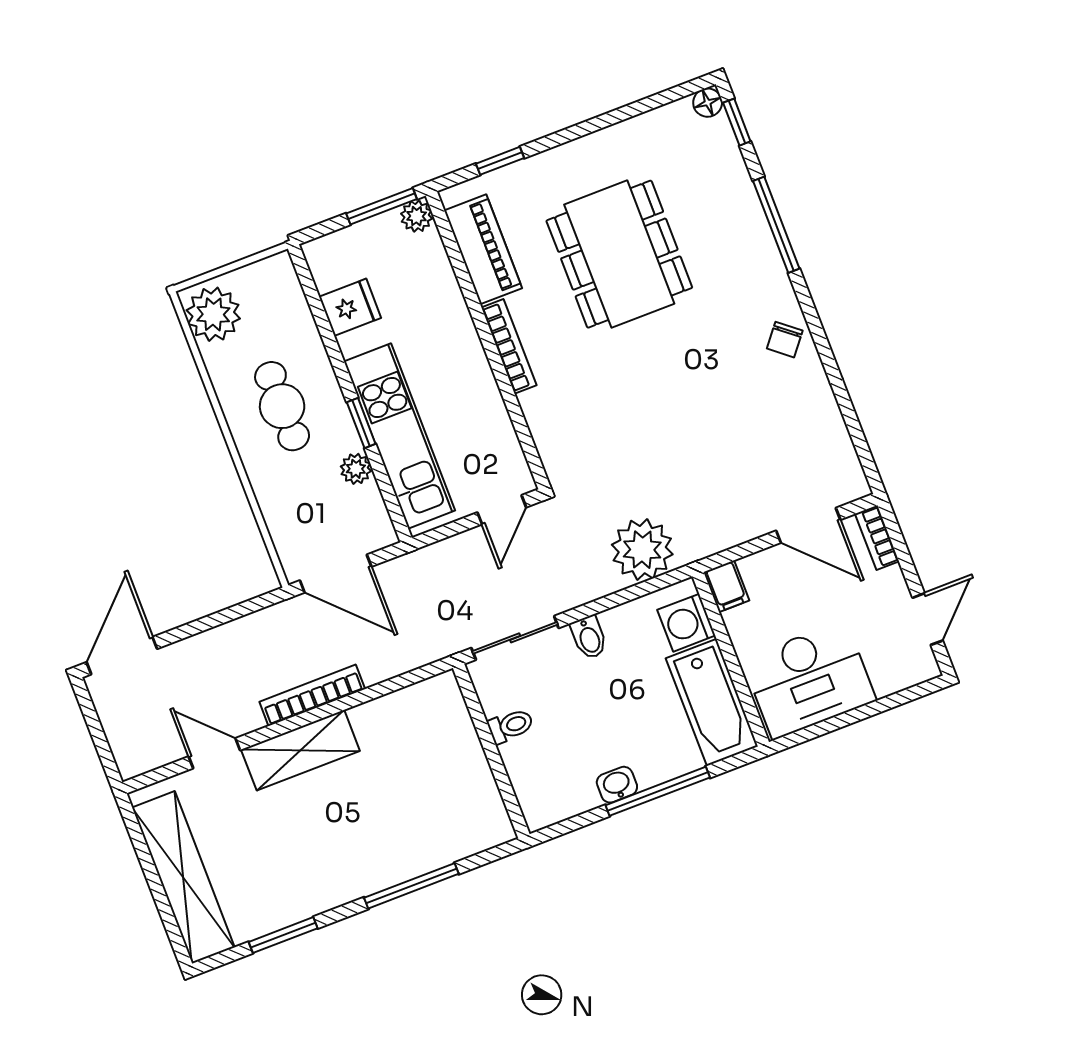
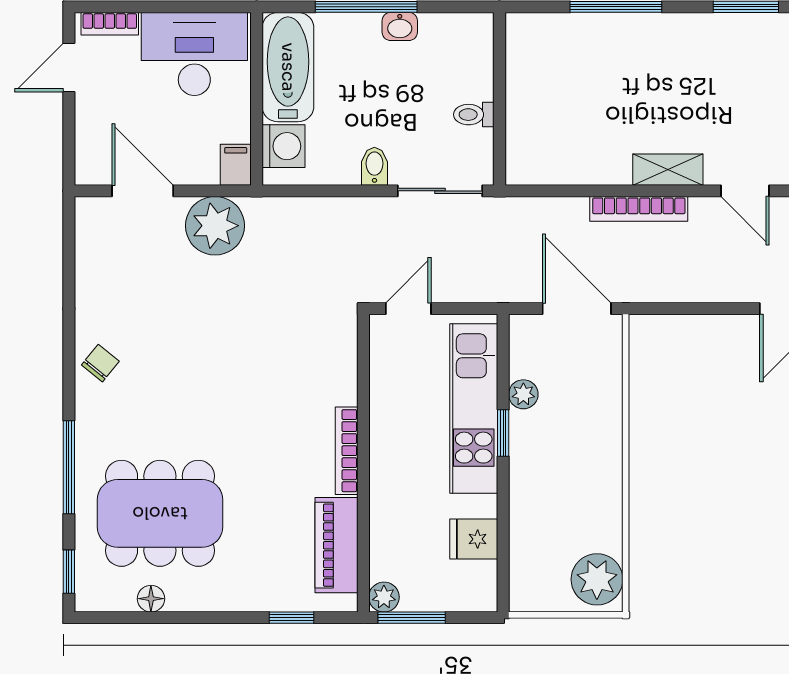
floor lamp: (708, 103) -> (151, 599), moved
dining table: (619, 254) -> (160, 513), moved, turned 90
cafe table: (282, 406) -> (567, 475), removed
bookcase: (877, 538) -> (110, 24), moved, turned 90
plant: (642, 550) -> (215, 226), moved
shelving: (300, 750) -> (668, 170), width x0.67, depth x0.75

